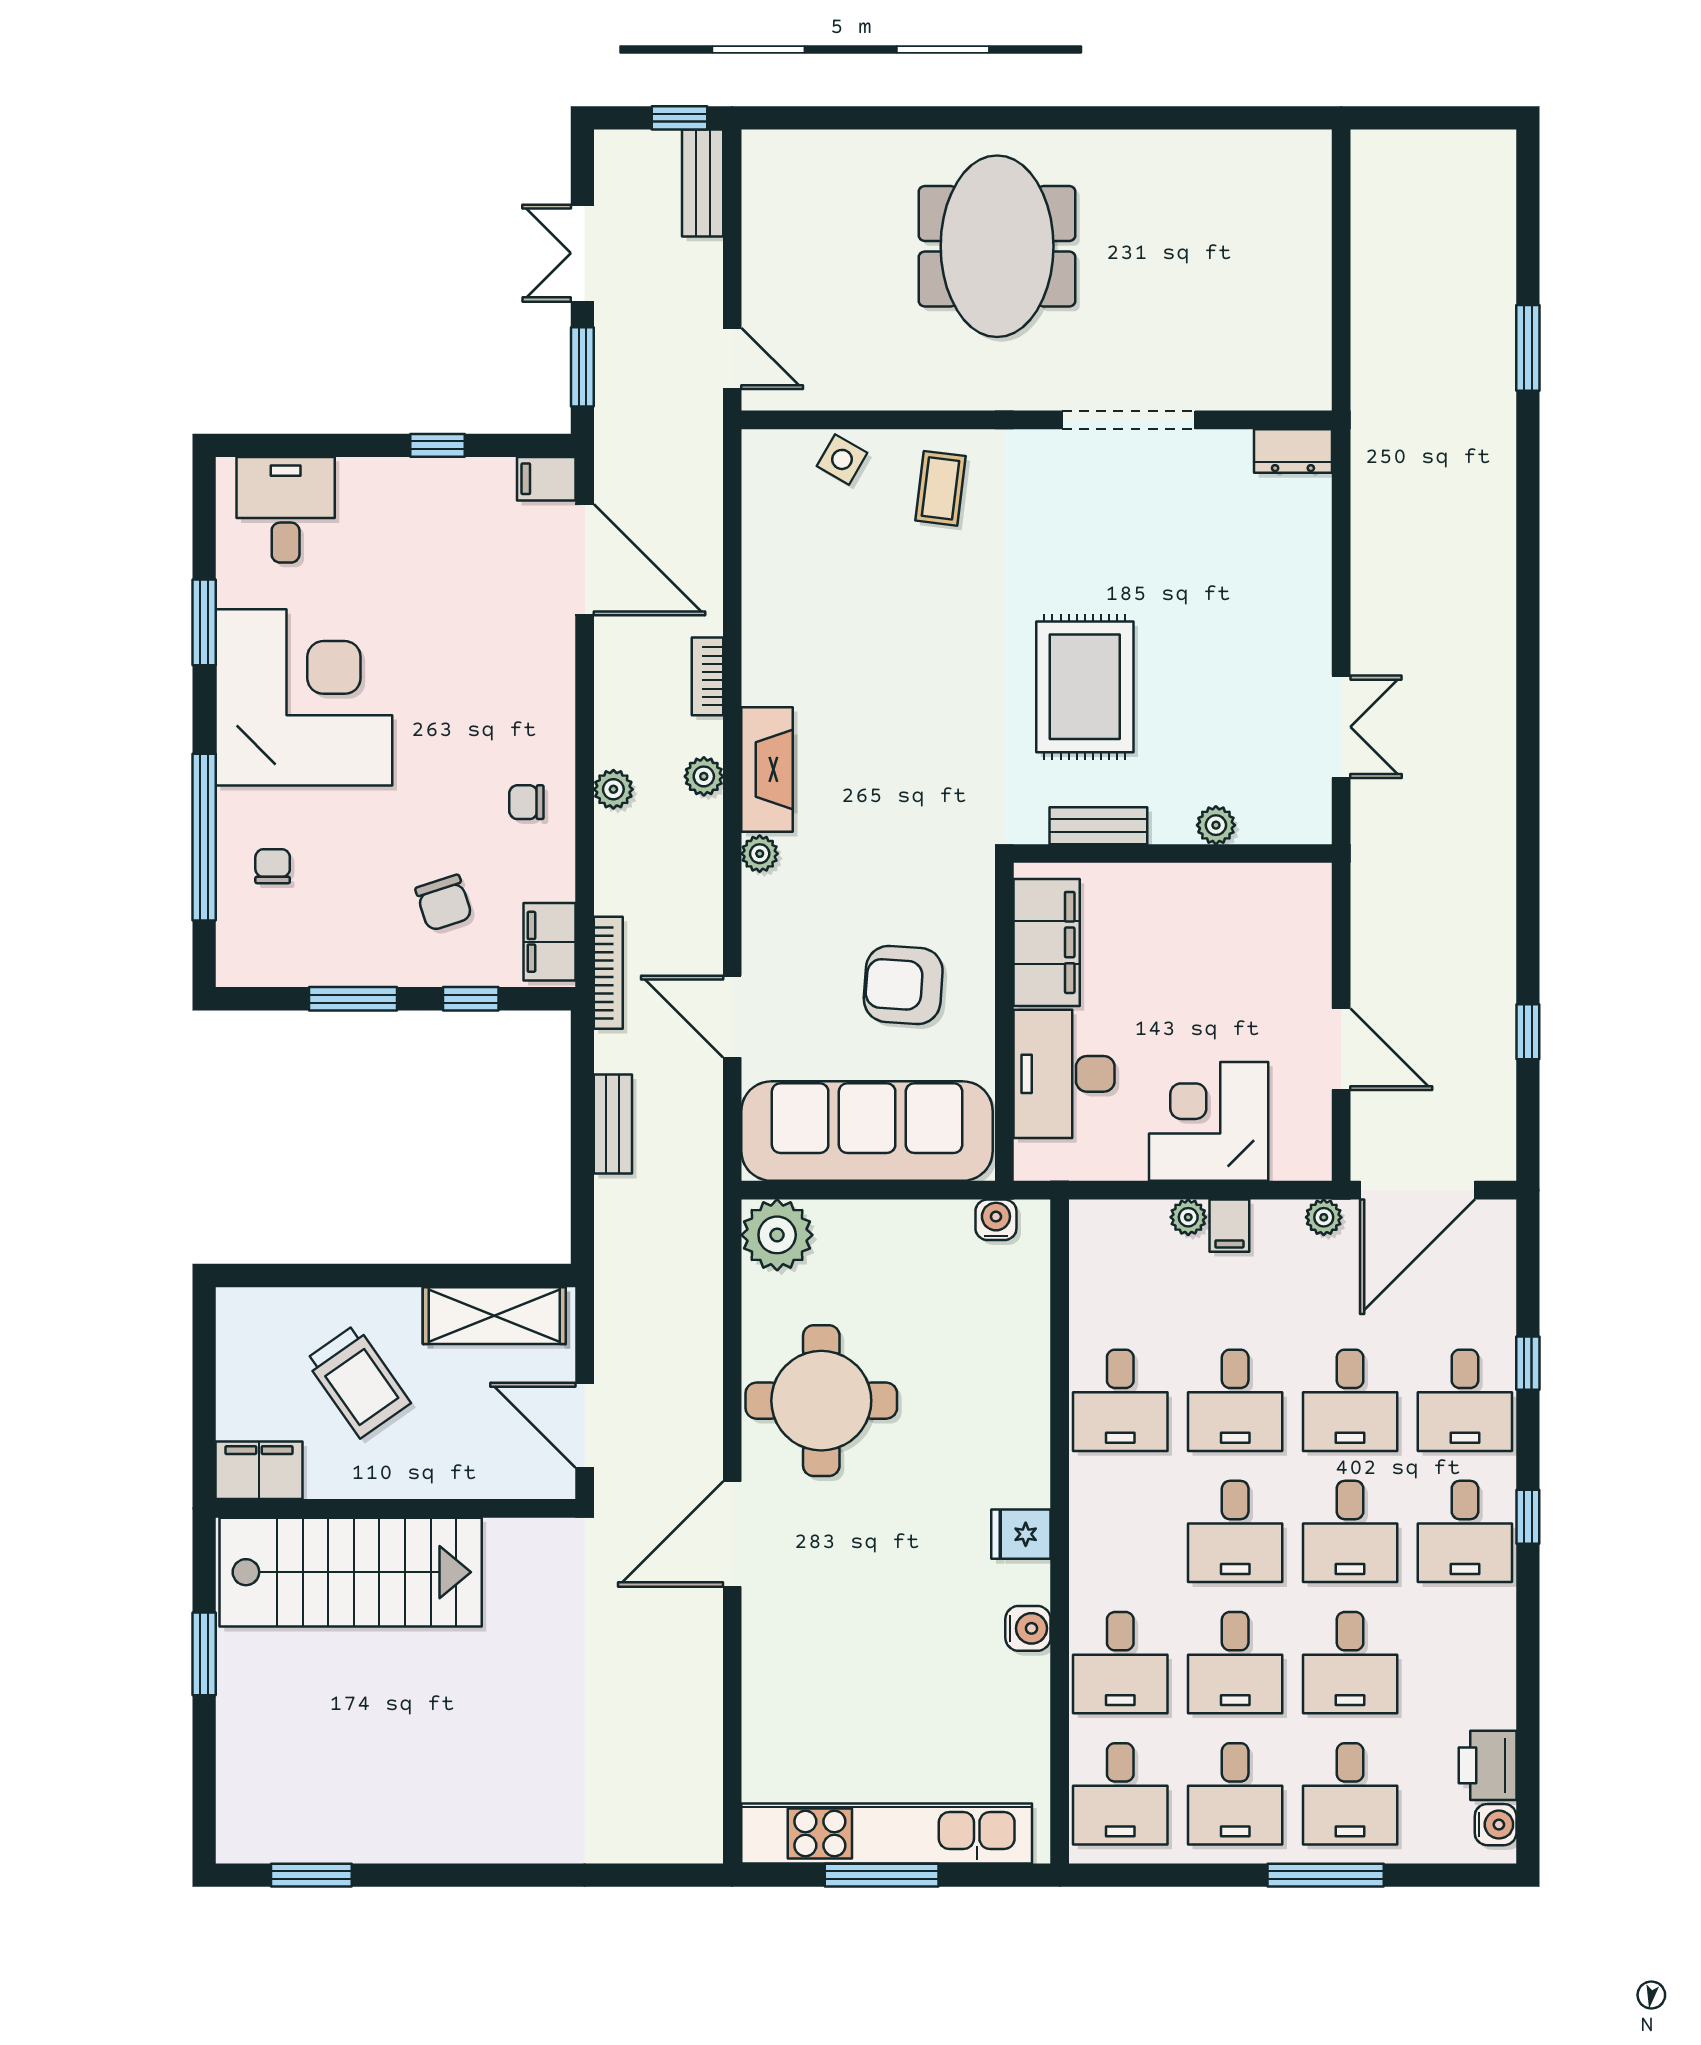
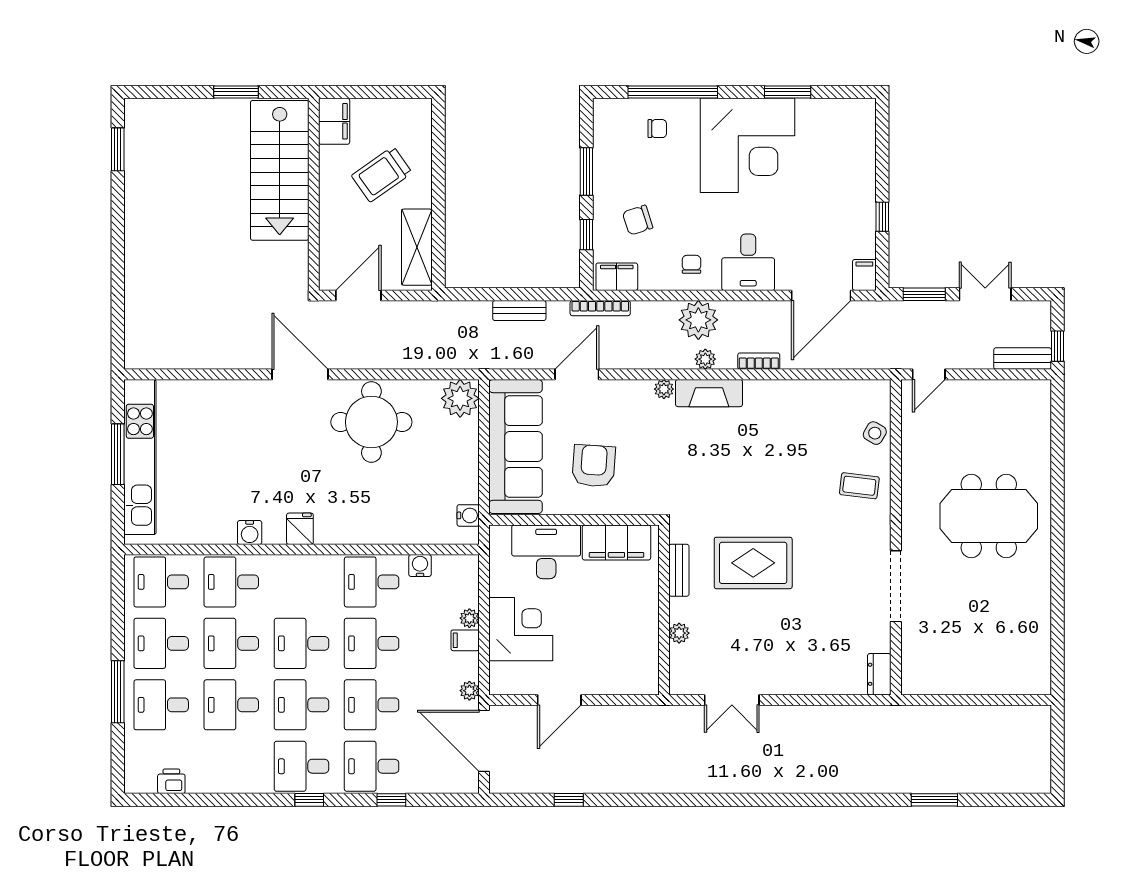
desk: (286, 510) -> (748, 262), moved, turned 90
plant: (613, 789) -> (698, 320), width x1.88, depth x1.88
printer: (1488, 1765) -> (171, 781), width x0.73, depth x0.81
water cooler: (1496, 1825) -> (420, 566), moved, turned 180

